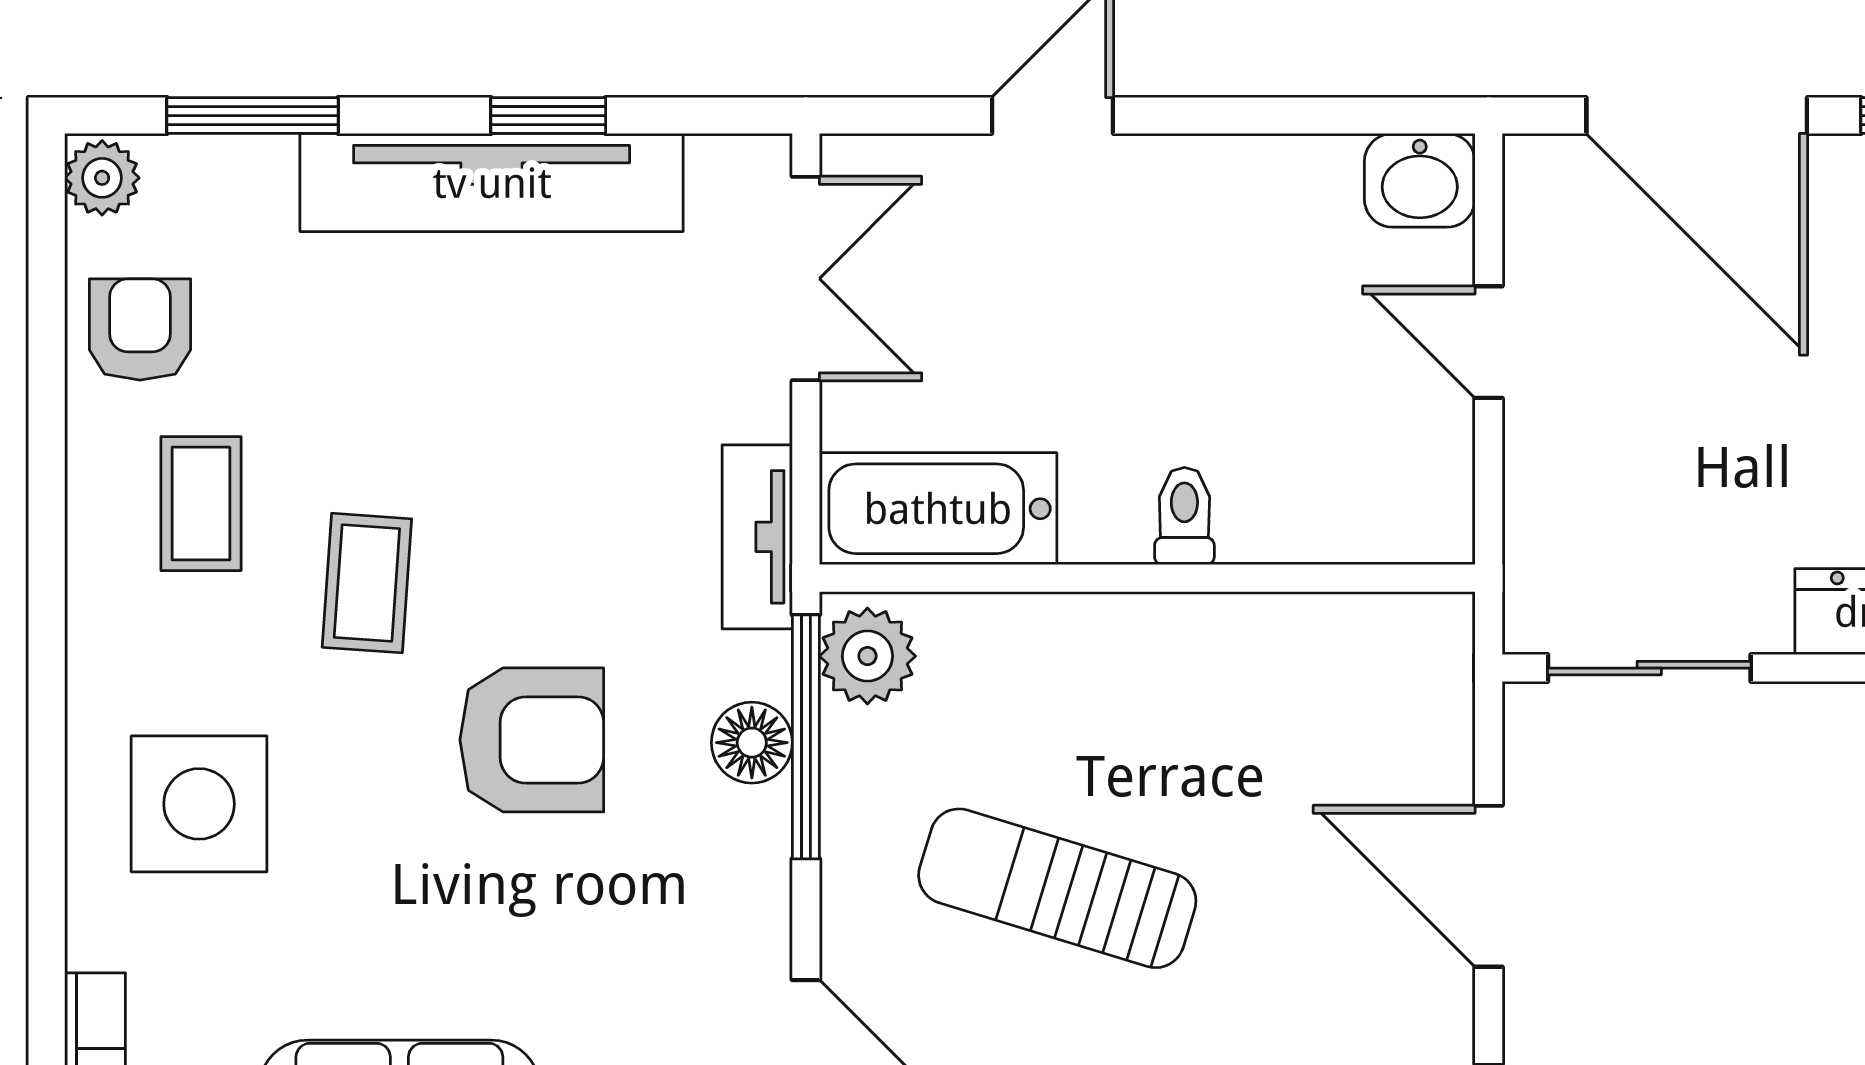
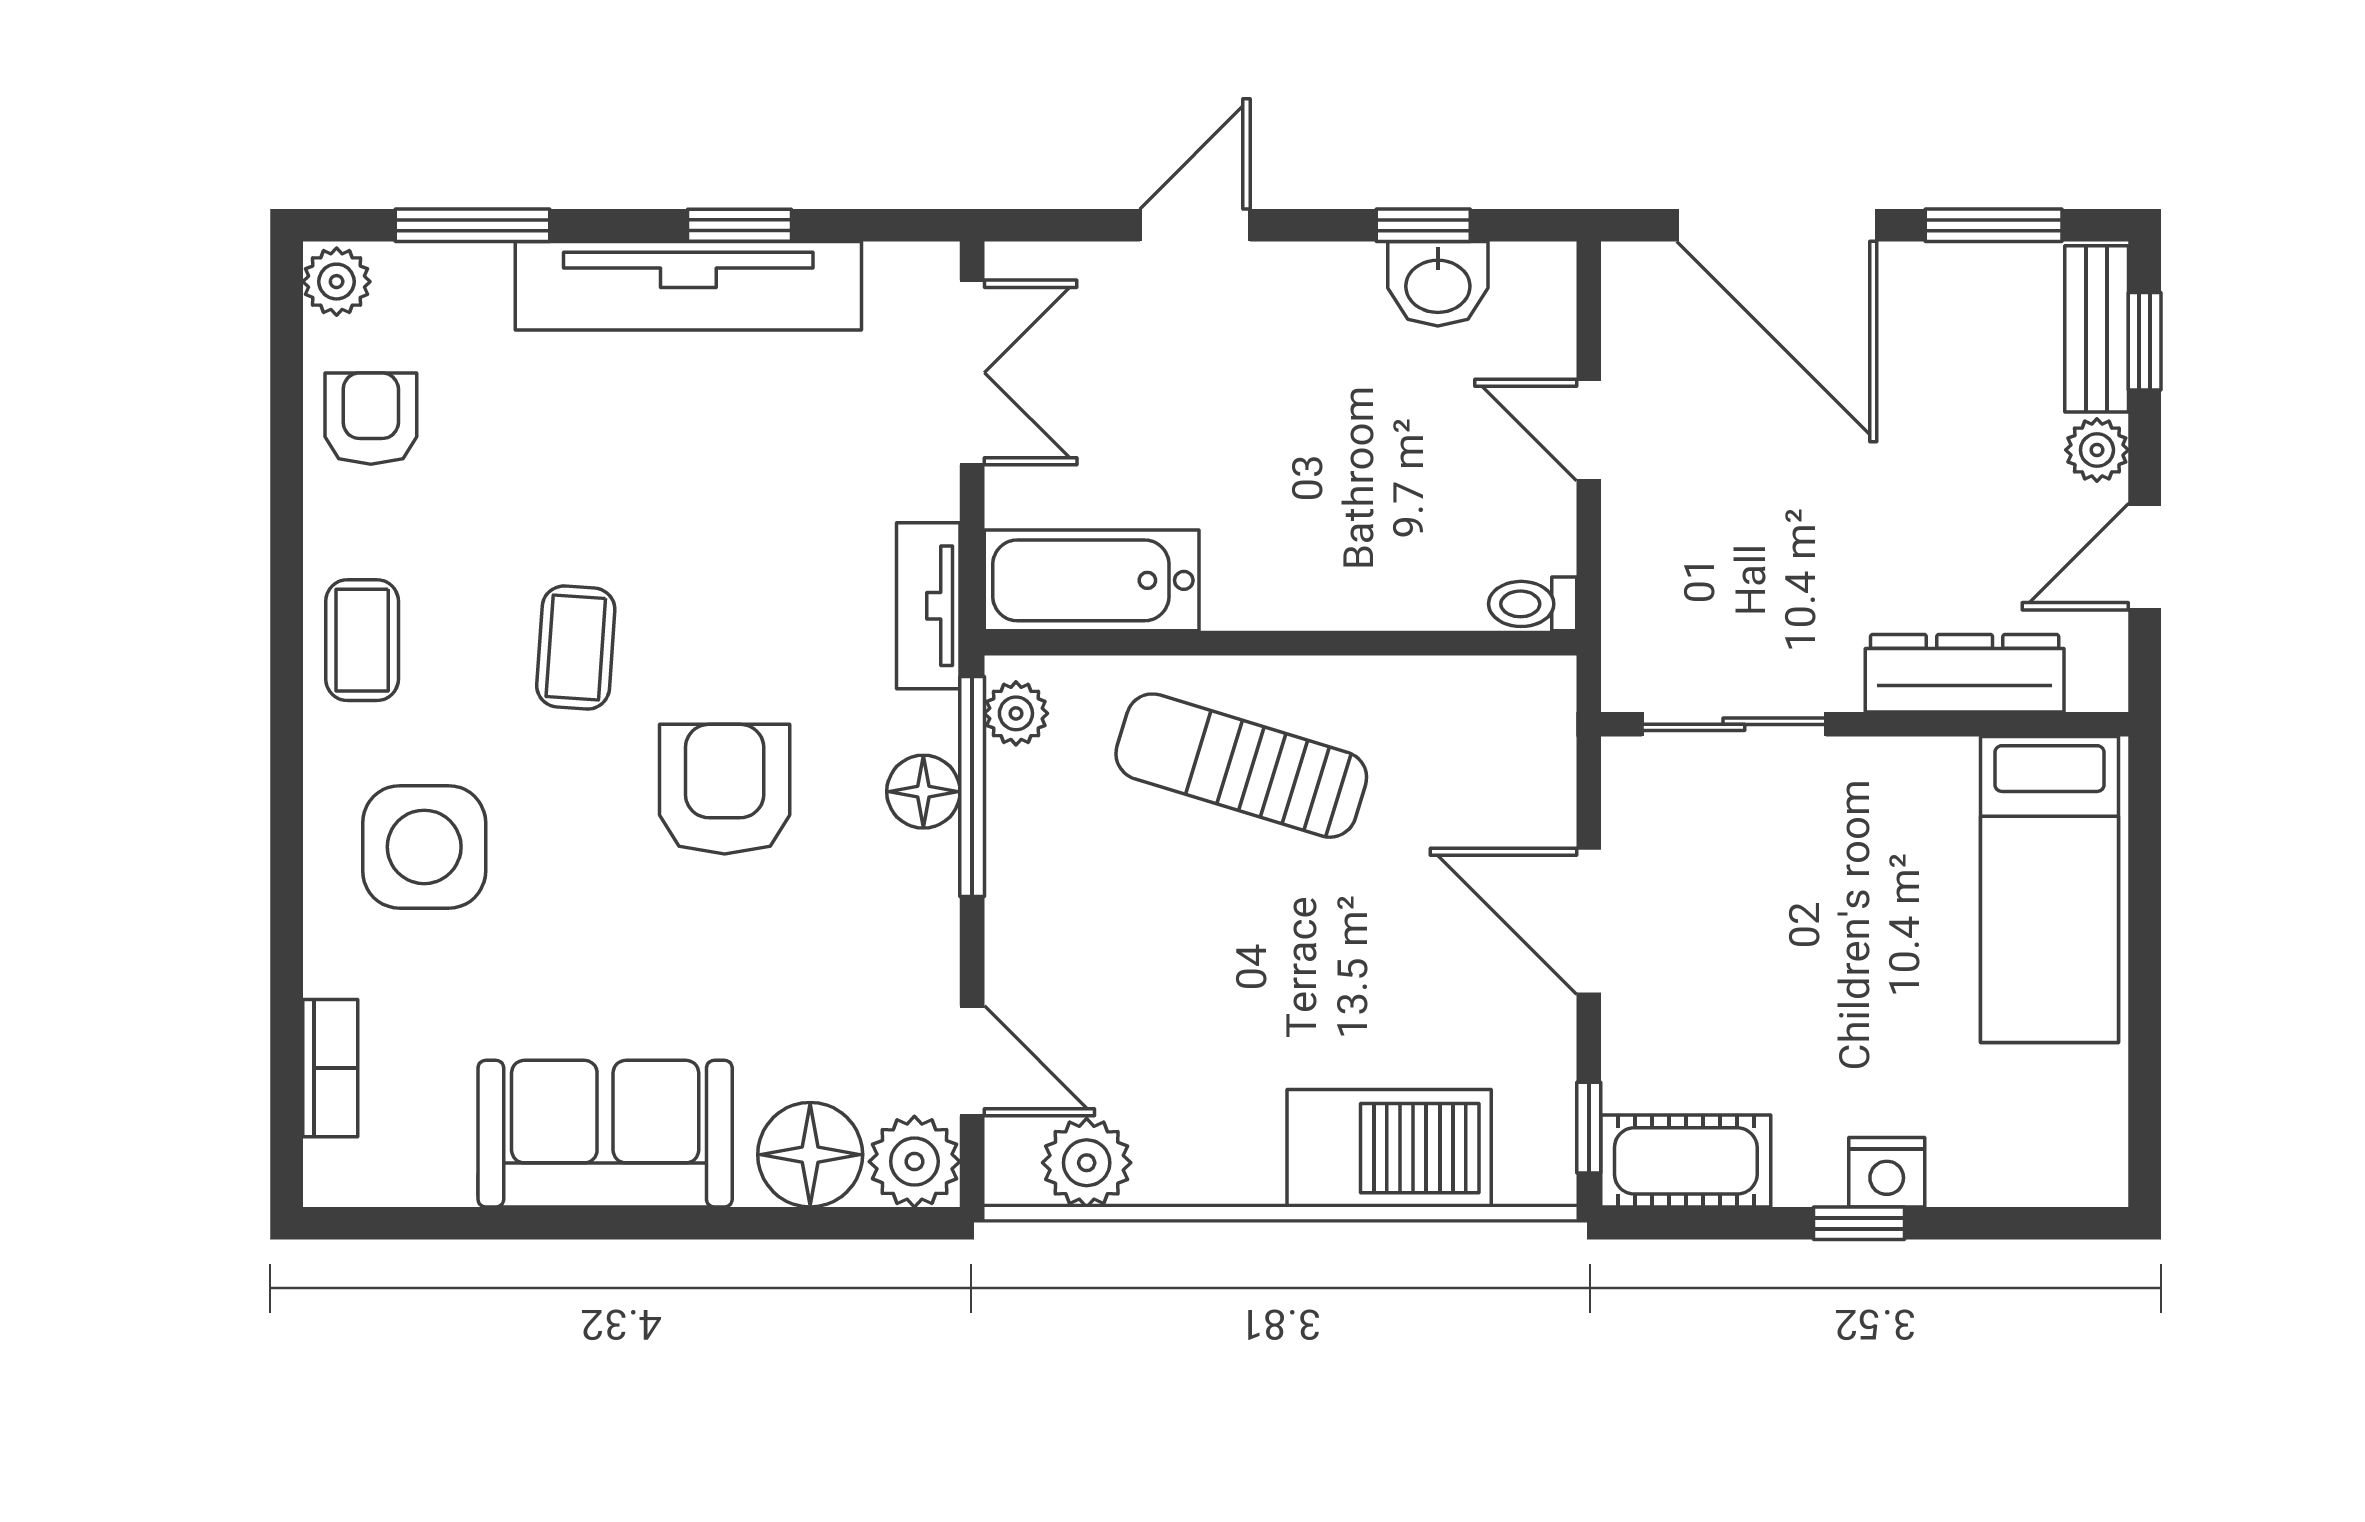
window: (1305, 116) -> (1423, 225), added
washbasin: (1420, 180) -> (1438, 284), moved
coffee table: (201, 504) -> (362, 640), moved
toilet: (1184, 516) -> (1533, 604), moved, turned -90
plant: (867, 656) -> (1016, 713), width x0.73, depth x0.73
armchair: (532, 740) -> (725, 789), turned -90
sun lounger: (1057, 888) -> (1241, 766), moved

